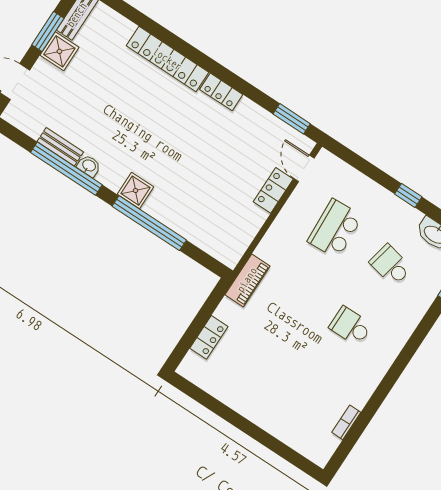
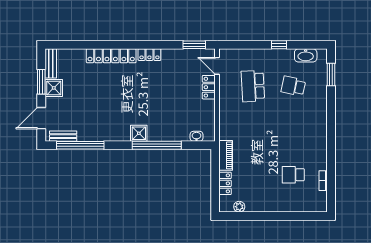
bench: (60, 147) -> (63, 136), moved
washbasin: (89, 166) -> (196, 136), moved
window: (66, 169) -> (80, 145), moved
piano: (247, 280) -> (226, 155), moved
school desk: (351, 326) -> (293, 175), moved
plant: (207, 382) -> (239, 207), added

